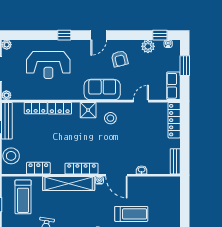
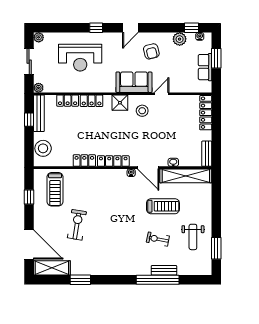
row of seats: (173, 86) -> (205, 67), moved
door: (141, 101) -> (161, 94), moved
locker: (38, 168) -> (84, 161), moved
shelving: (69, 183) -> (186, 176), moved

